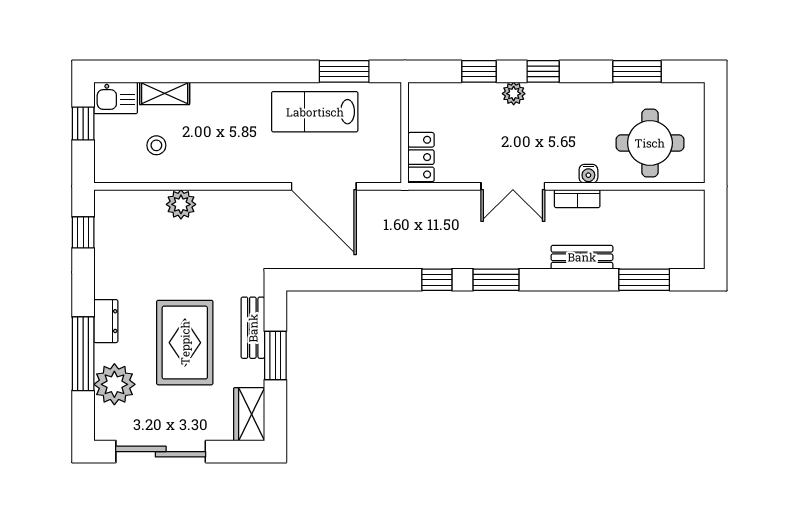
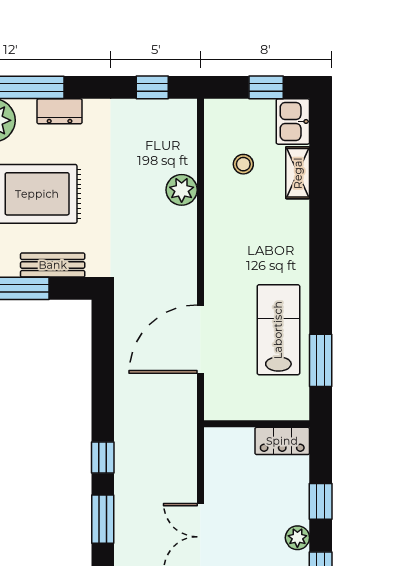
locker: (421, 157) -> (282, 441), moved

